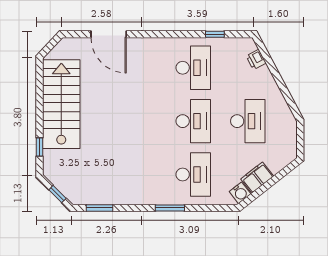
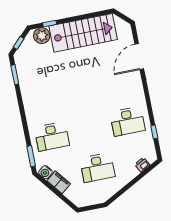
desk: (193, 121) -> (90, 129), removed
plant: (54, 161) -> (42, 36), added
window: (170, 208) -> (31, 156), moved

